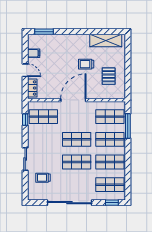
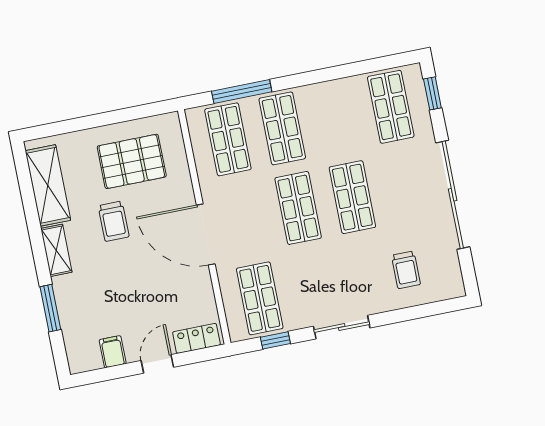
window: (44, 32) -> (50, 308), moved
shelving: (79, 39) -> (56, 250), added
pallet: (109, 76) -> (132, 161), width x1.50, depth x1.42
sliding door: (25, 159) -> (342, 327), moved
shop shelf: (110, 162) -> (336, 118), removed

